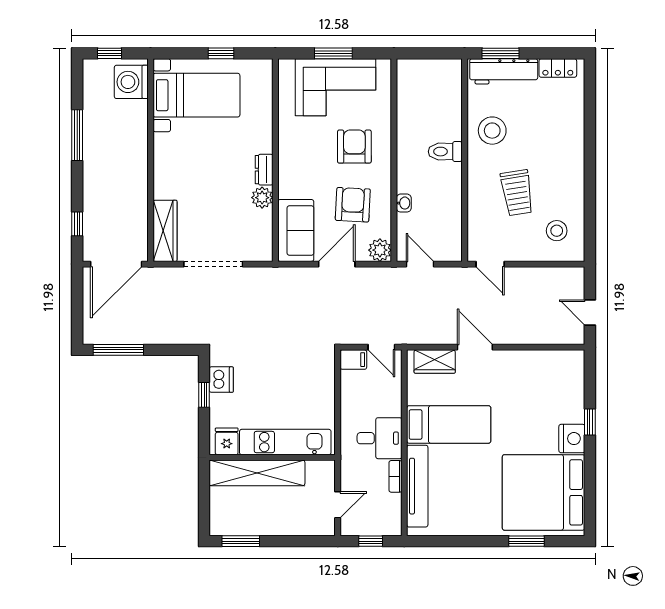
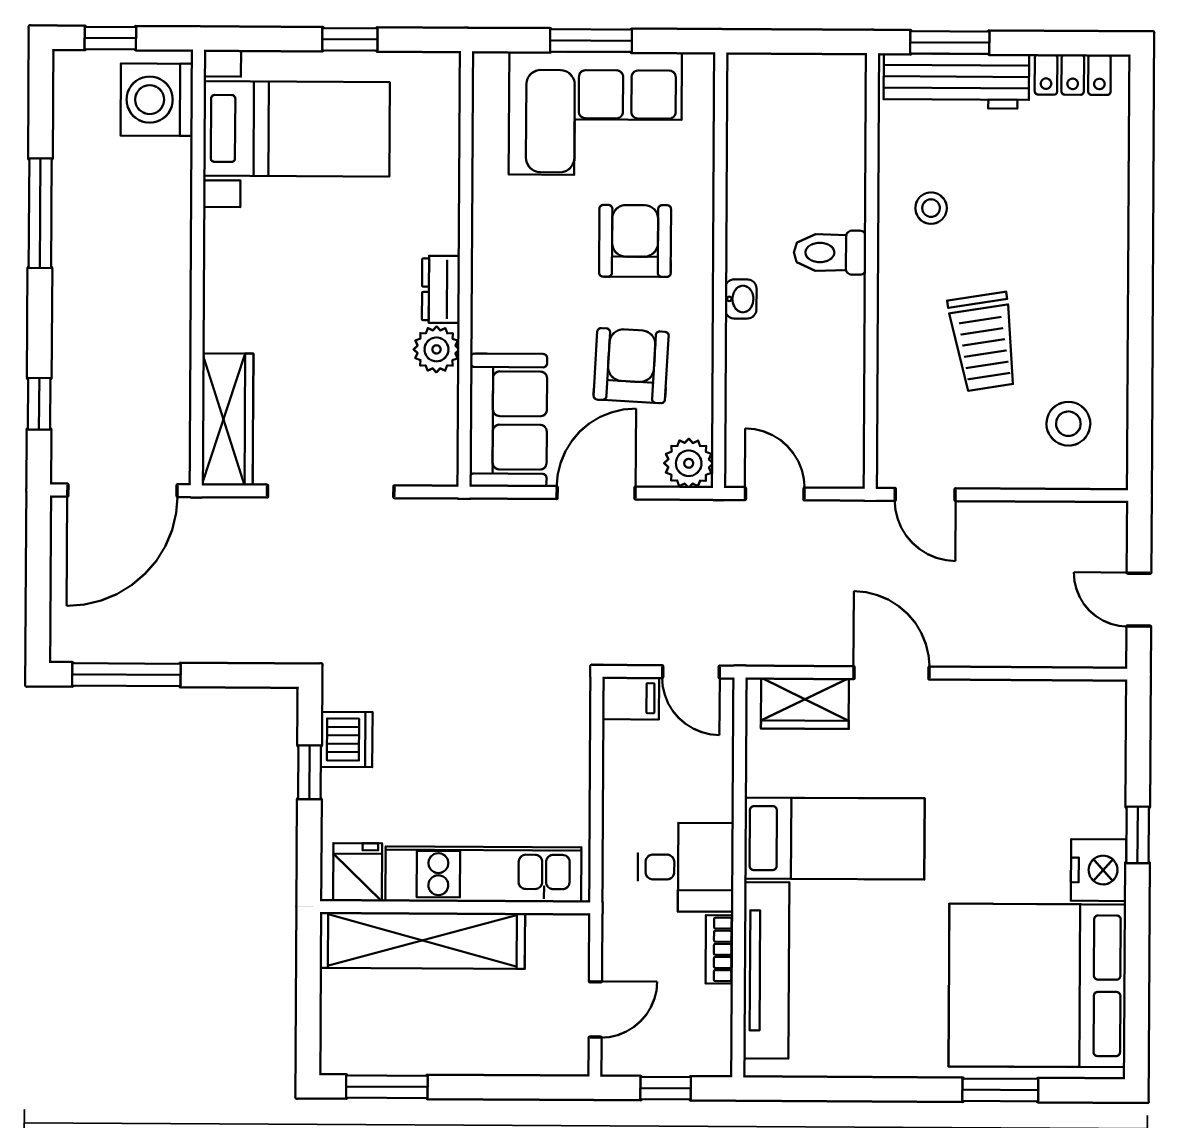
stool: (492, 131) -> (931, 208), width x0.53, depth x0.53
washbasin: (404, 203) -> (741, 299), moved

